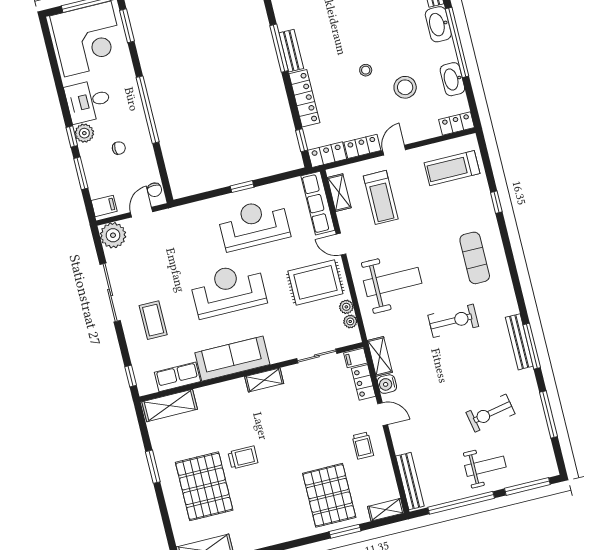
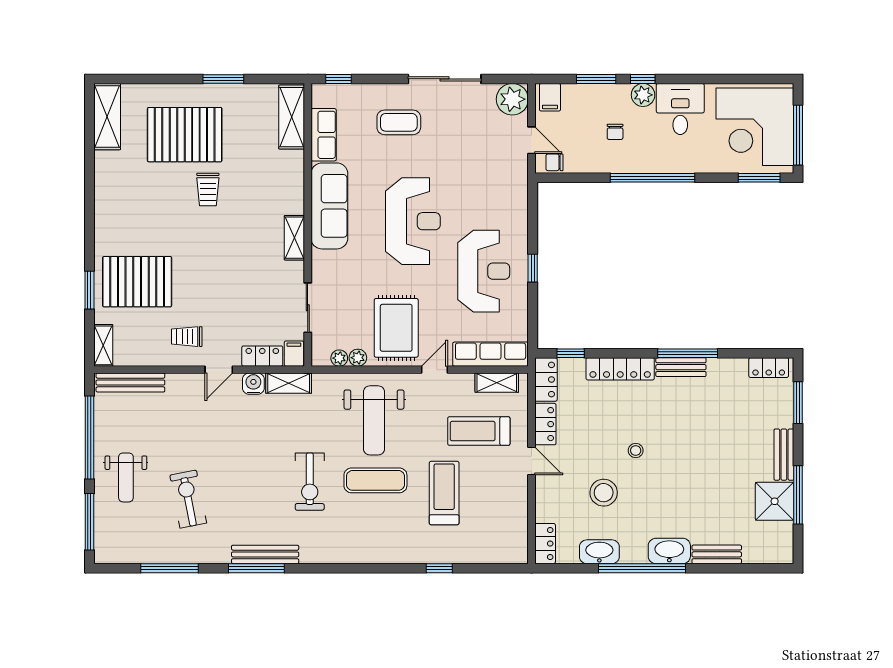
treadmill: (452, 168) -> (444, 493), moved
exercise mat: (475, 258) -> (375, 480), moved

